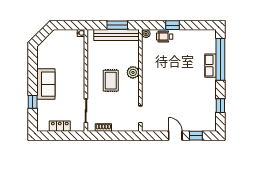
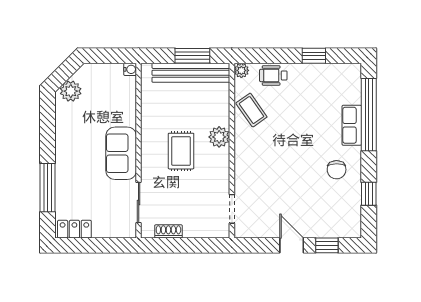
window: (172, 25) -> (314, 56), moved
plant: (46, 46) -> (71, 91), added
coffee table: (152, 57) -> (251, 110), added
sofa: (46, 84) -> (121, 153), moved, turned 180
chair: (202, 92) -> (337, 170), added
window: (33, 102) -> (47, 188), width x2.17
locker: (60, 126) -> (74, 229), moved

